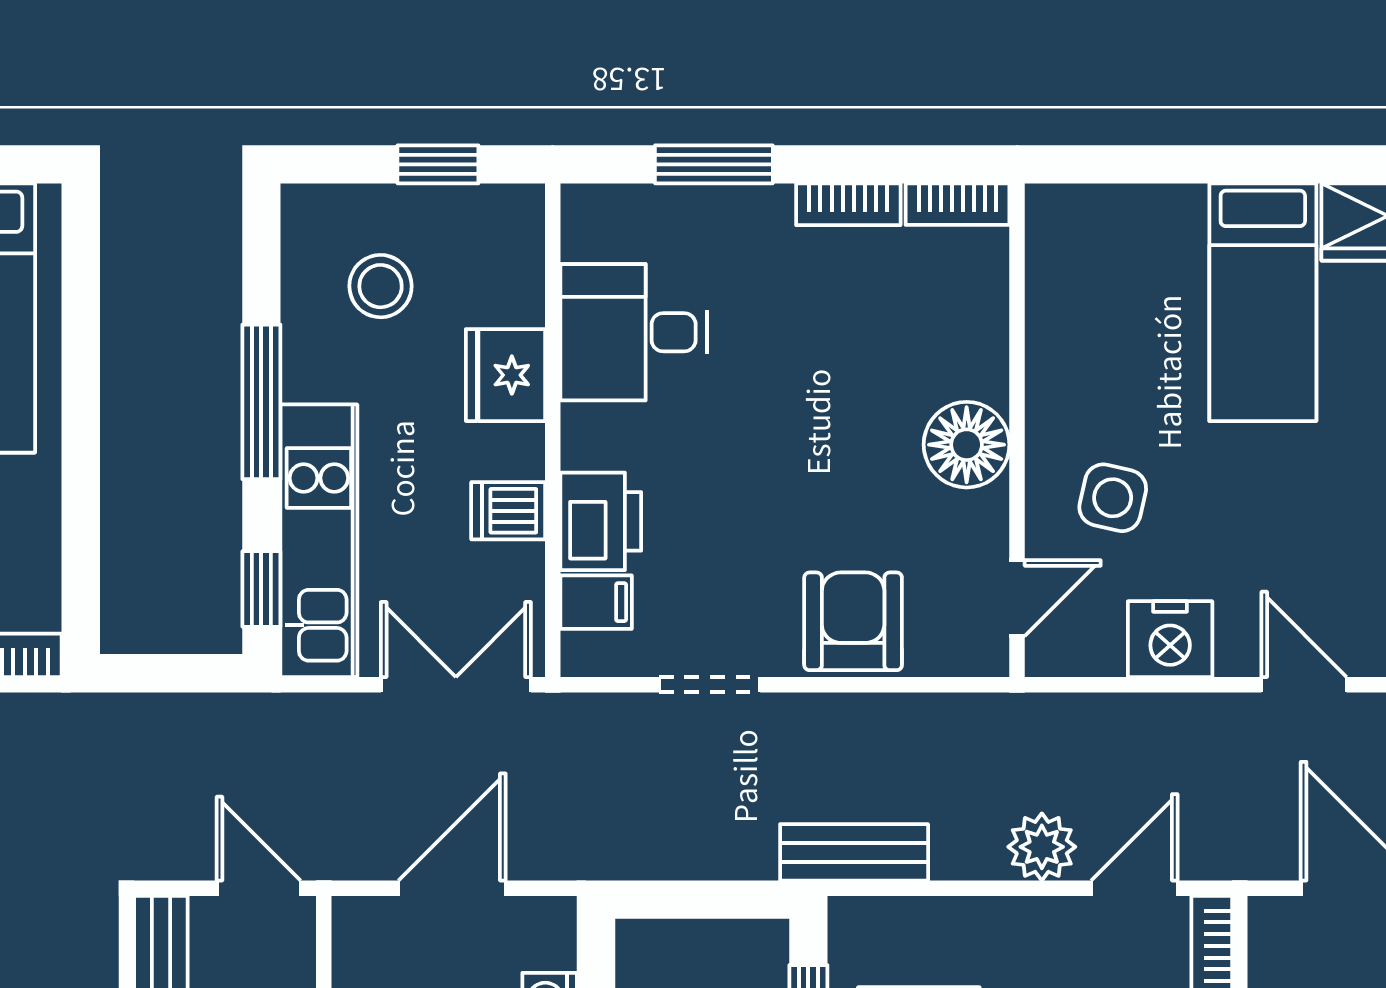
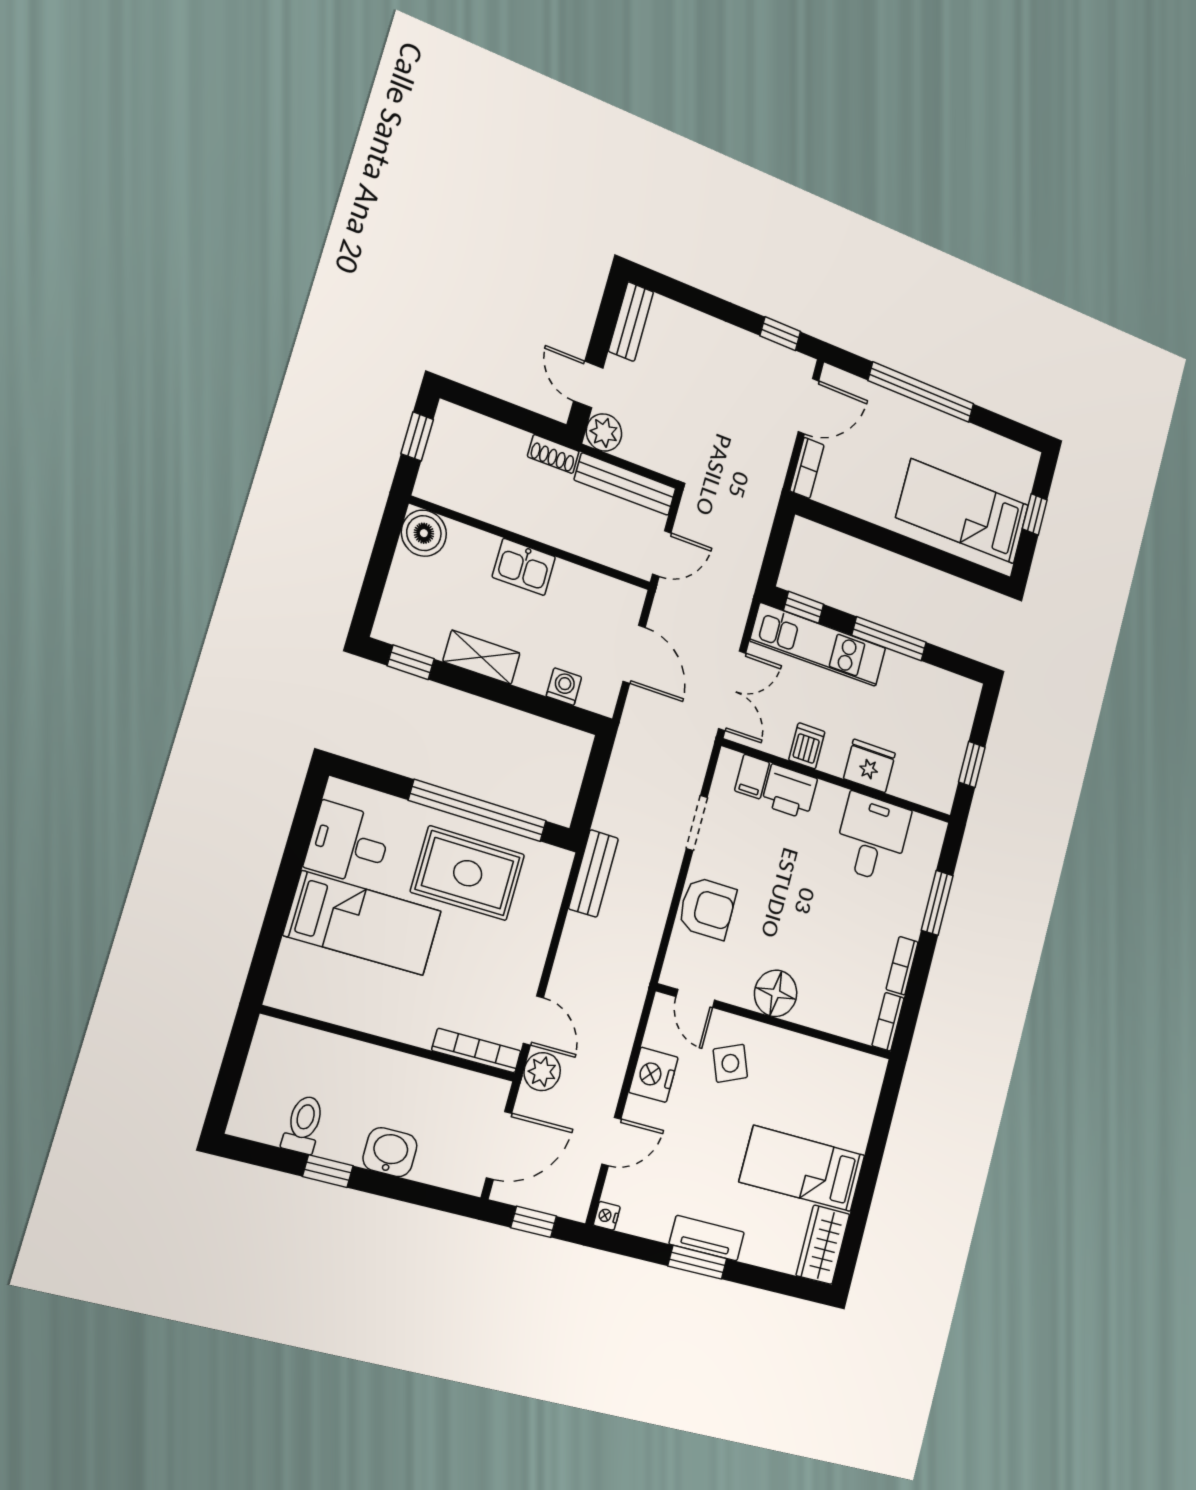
stool: (381, 286) -> (926, 717), removed
side table: (1113, 498) -> (730, 1063), turned -36
plant: (1042, 847) -> (542, 1072), moved

